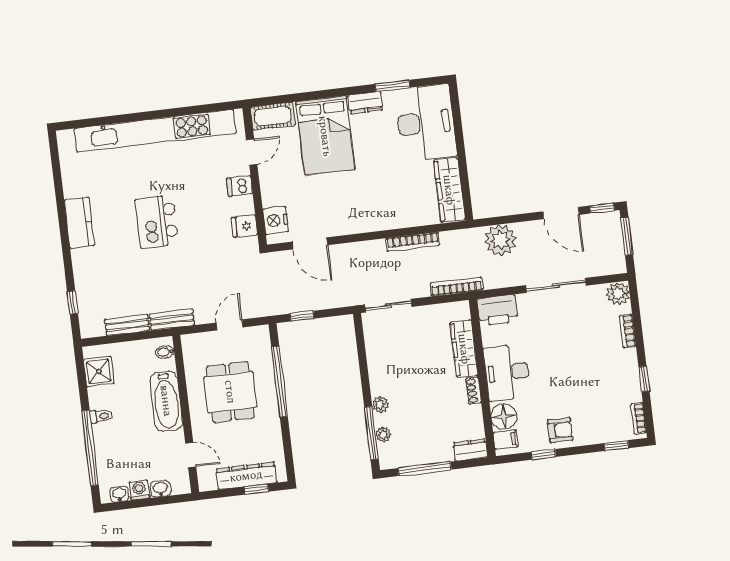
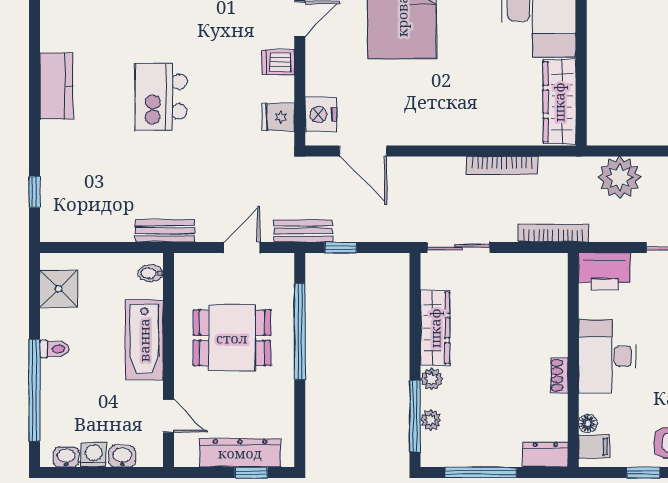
bench: (127, 325) -> (303, 231), moved
wardrobe: (464, 349) -> (435, 328), moved, turned 180
dining table: (230, 392) -> (232, 338), turned 90
floor lamp: (504, 417) -> (588, 423), width x0.53, depth x0.53

